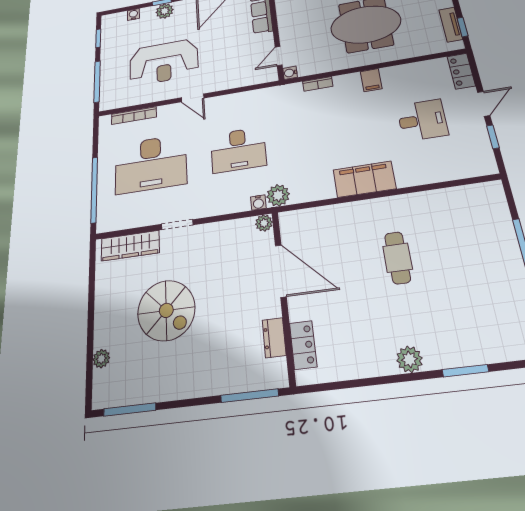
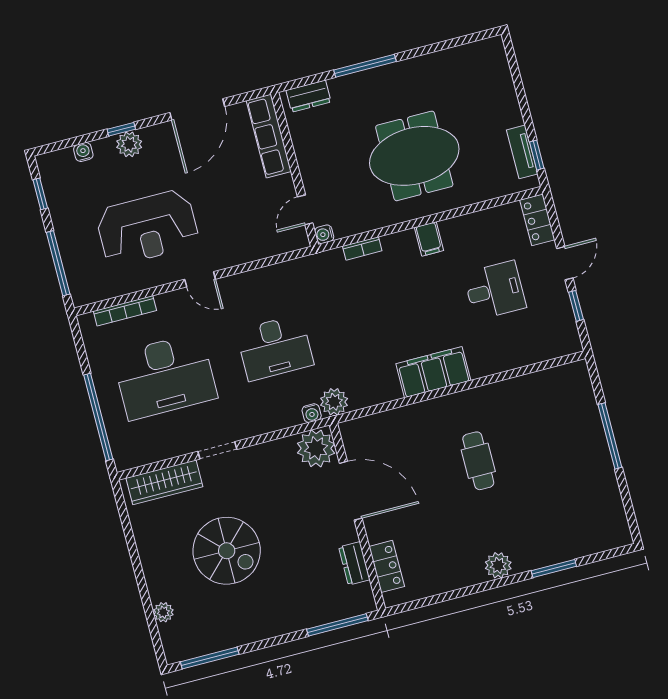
plant: (264, 223) -> (316, 448), width x1.87, depth x1.87

